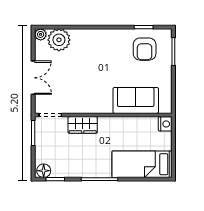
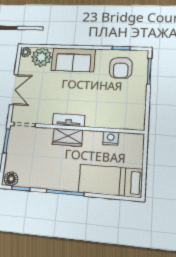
sofa: (136, 100) -> (73, 60), moved, turned 180
tv unit: (96, 107) -> (69, 120), added
nightstand: (165, 124) -> (111, 138), moved, turned -90
wardrobe: (83, 125) -> (68, 137), moved

